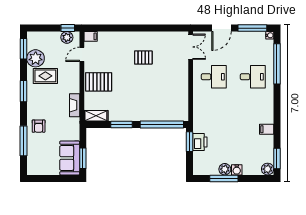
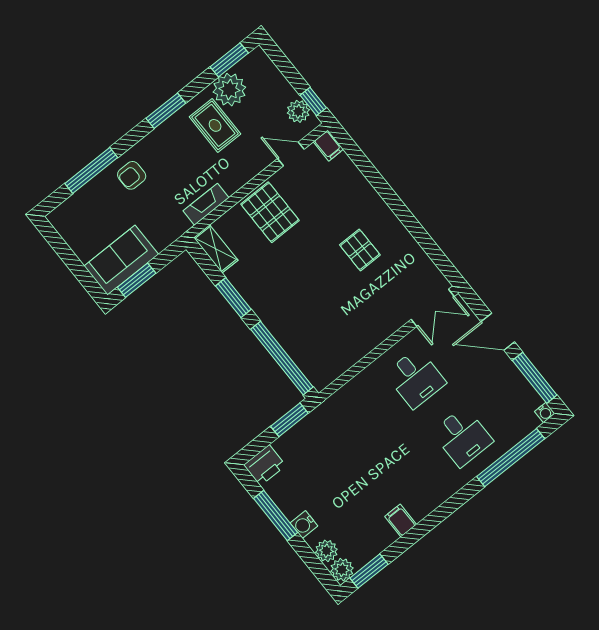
printer: (200, 142) -> (265, 465), moved
plant: (225, 169) -> (326, 551), moved

